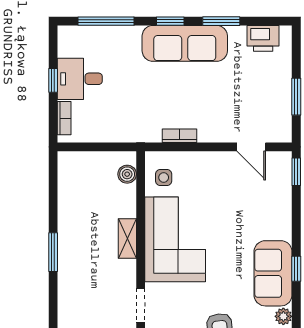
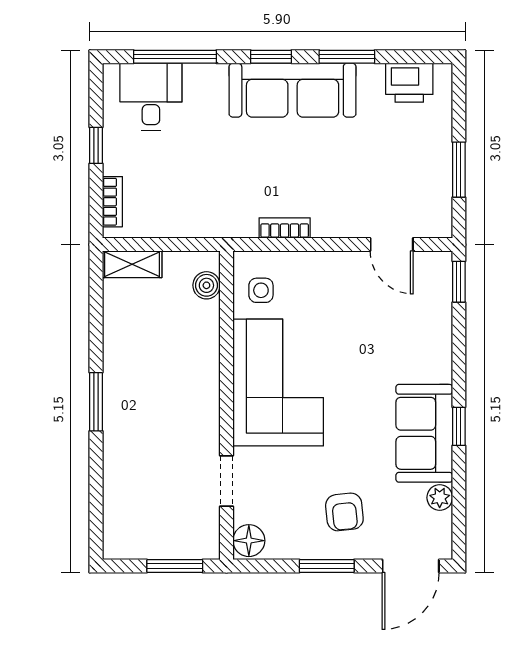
desk: (80, 79) -> (151, 97), moved, turned 90
shelving: (127, 239) -> (132, 264), moved, turned 90

